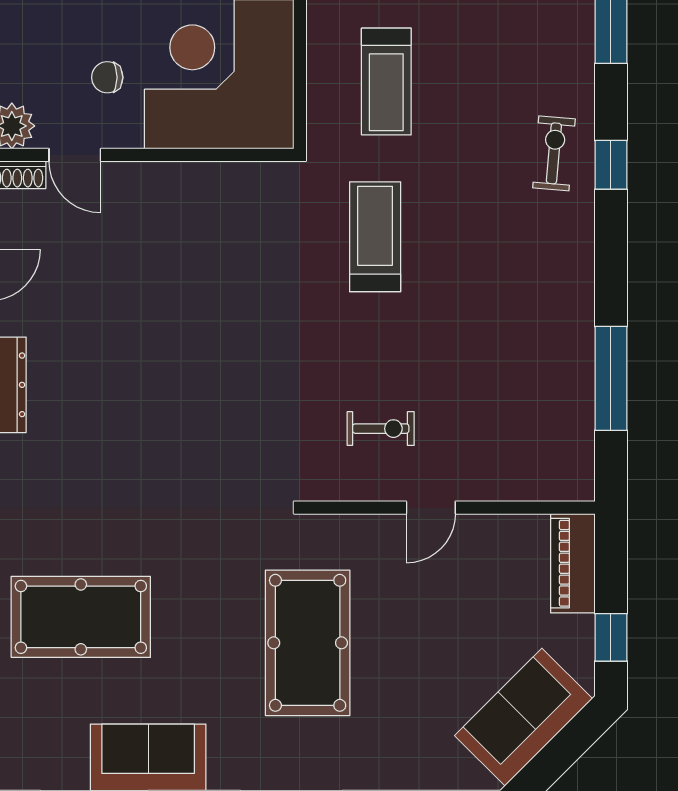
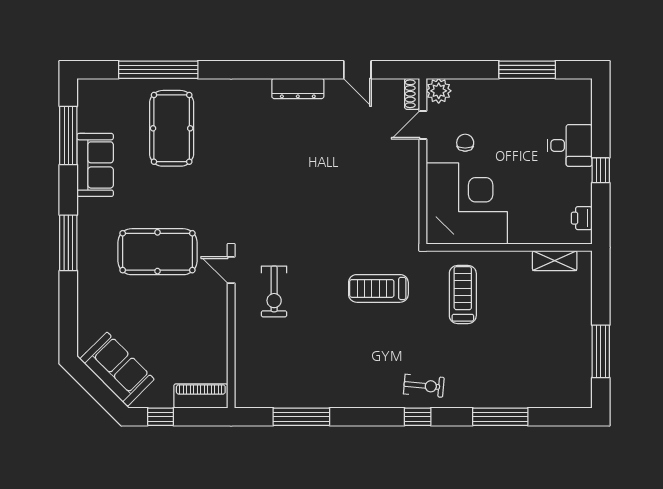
treadmill: (386, 82) -> (463, 295), turned 90
treadmill: (375, 237) -> (378, 288), turned 180
exercise bike: (381, 429) -> (274, 291), width x1.38, depth x1.39
door: (431, 508) -> (231, 270), moved

